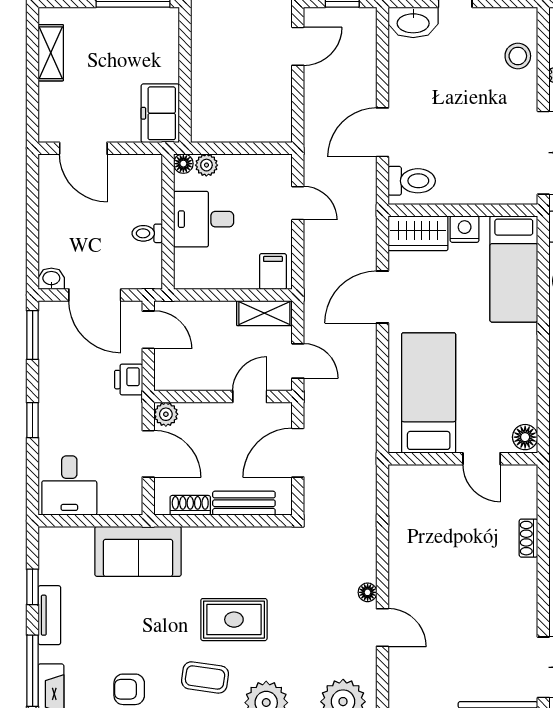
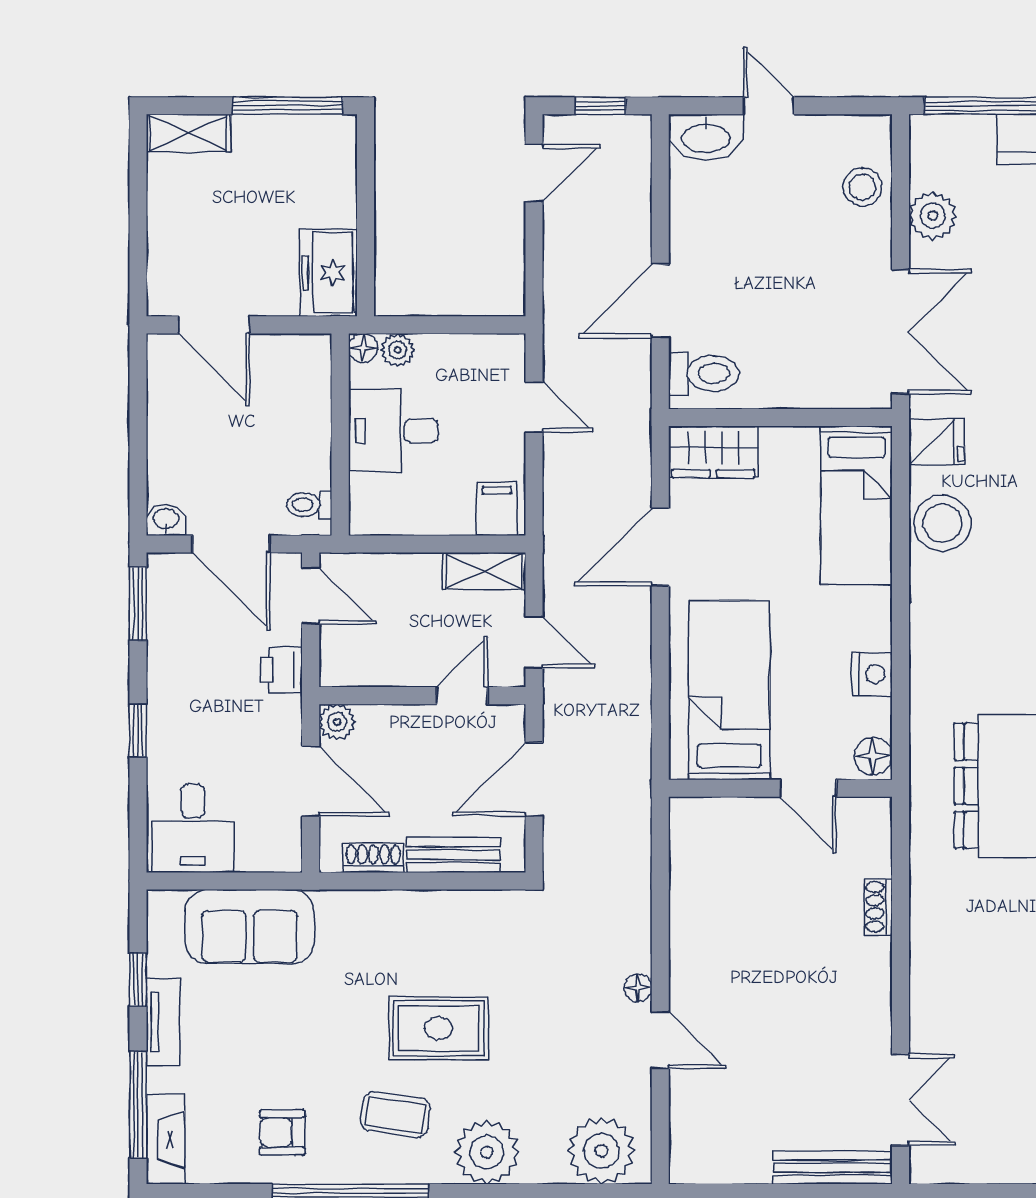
shelving: (51, 53) -> (188, 133), moved, turned 90
nightstand: (465, 229) -> (872, 674), moved, turned 90
toilet: (147, 233) -> (309, 505), moved
sofa: (138, 551) -> (250, 927), moved

